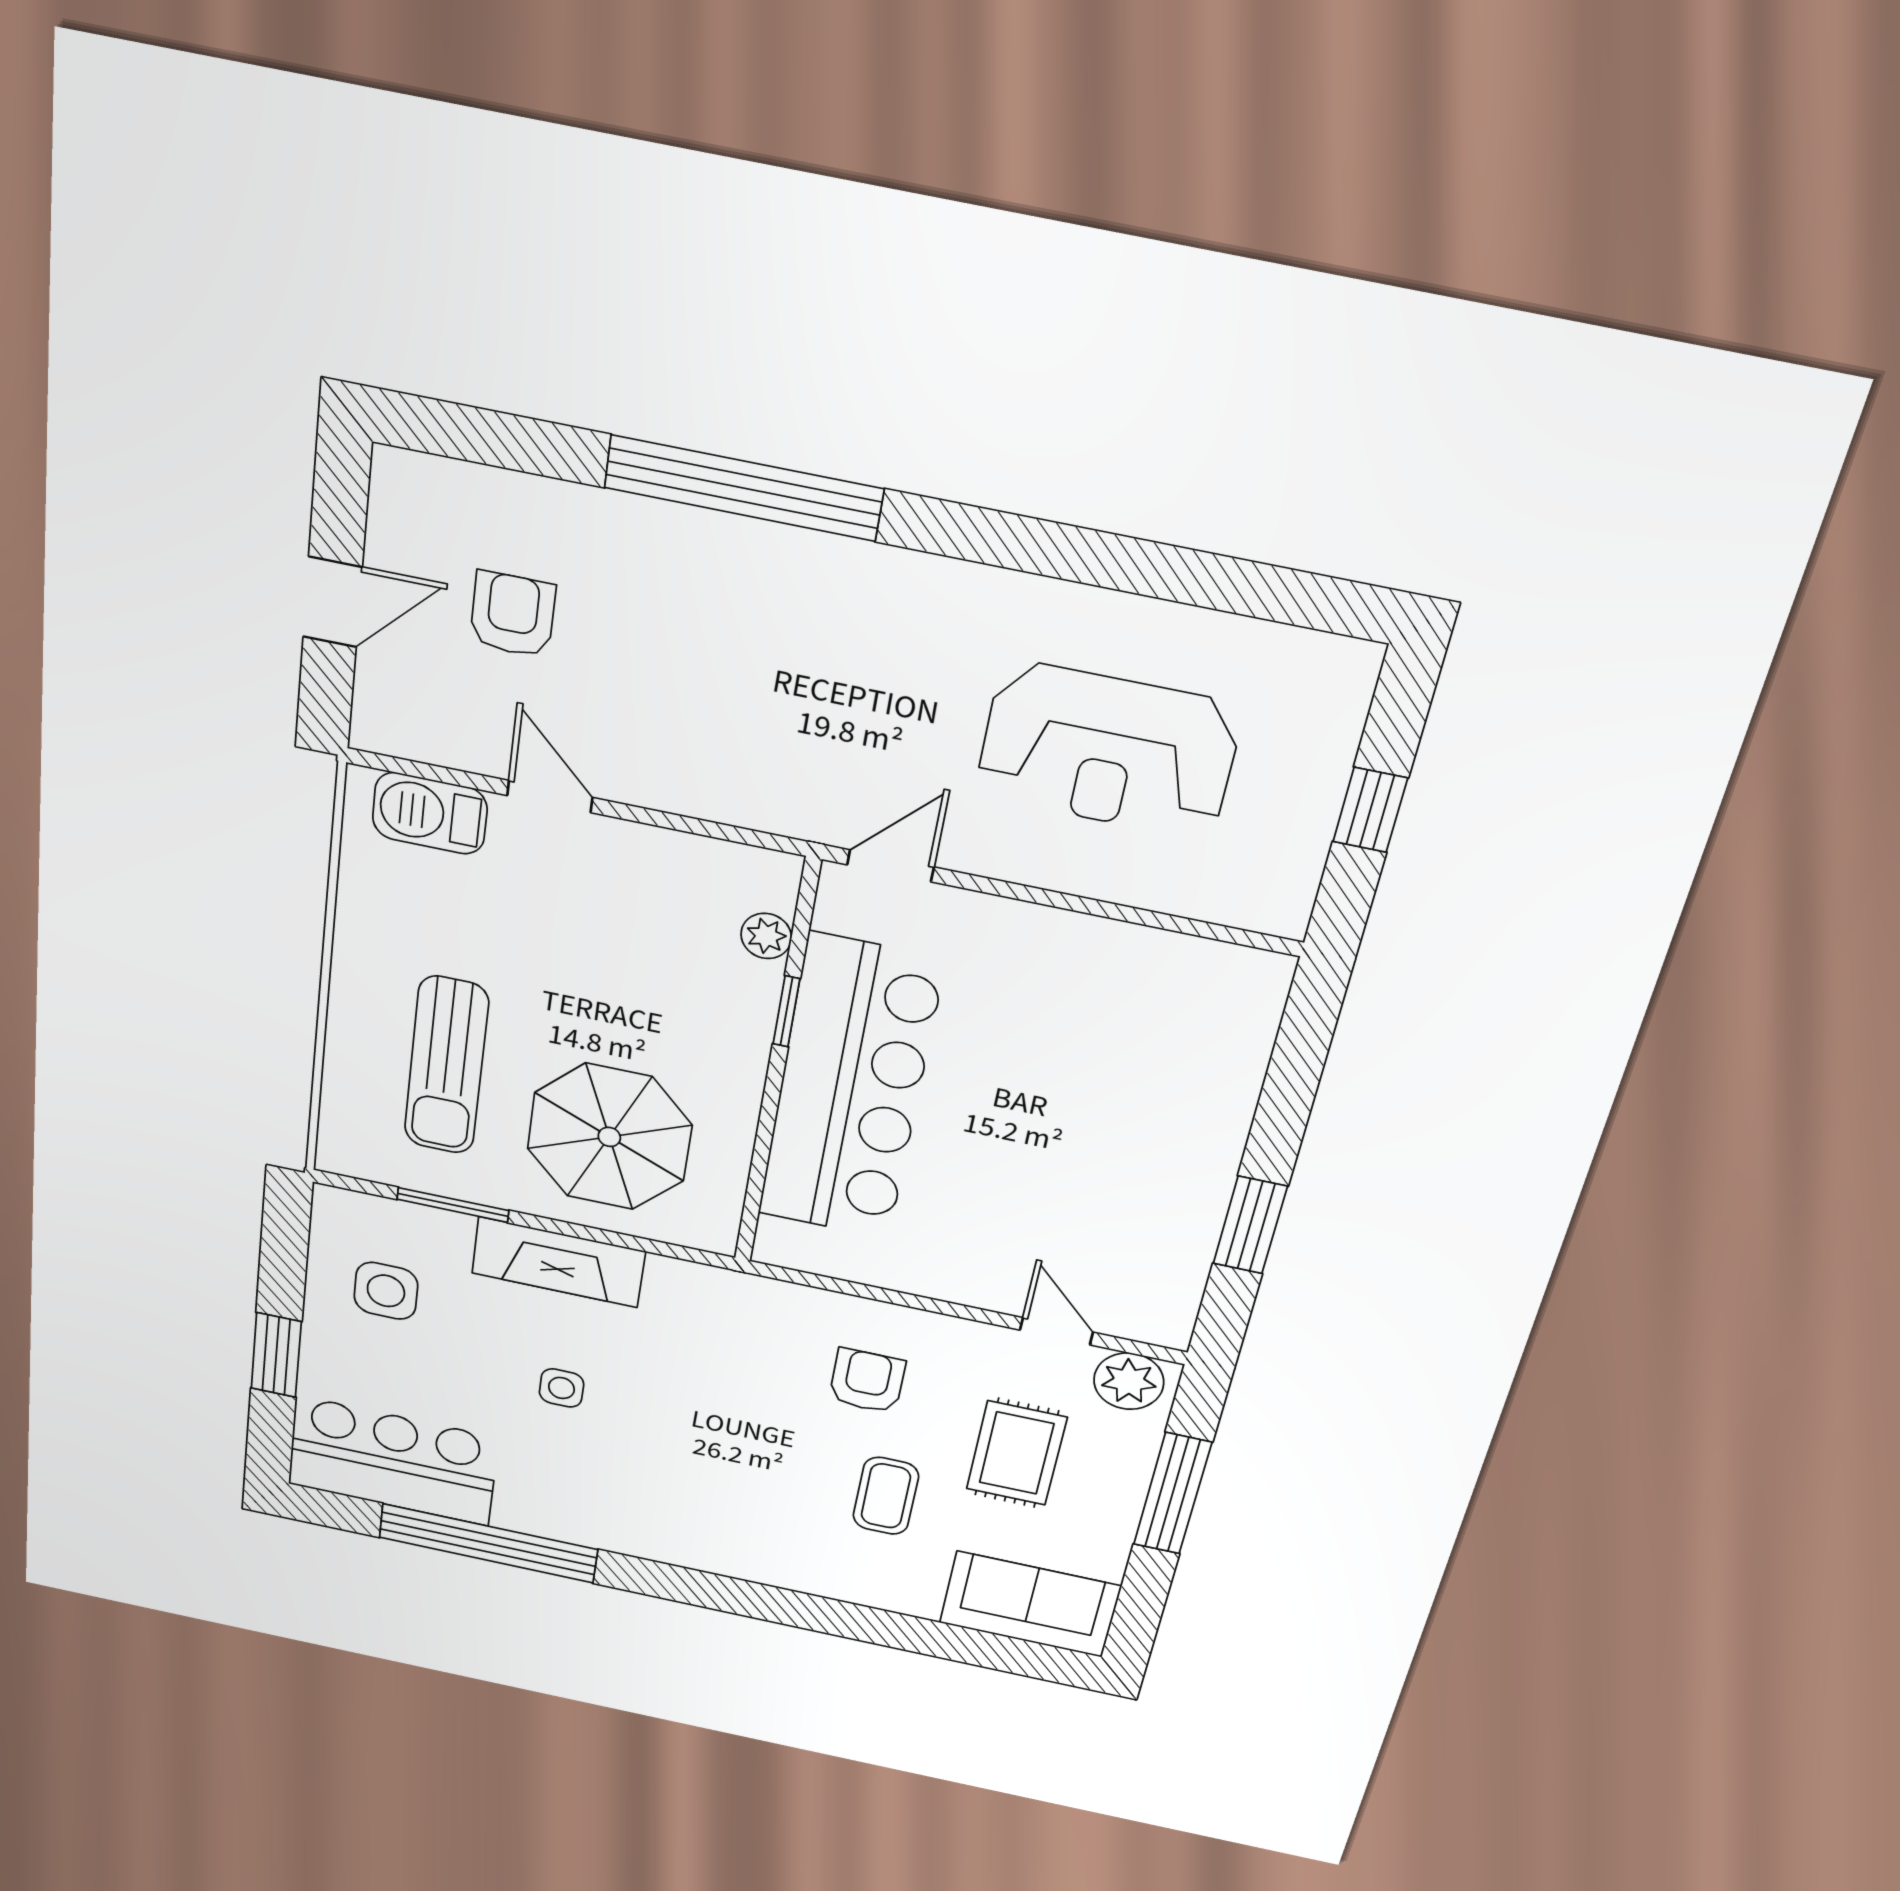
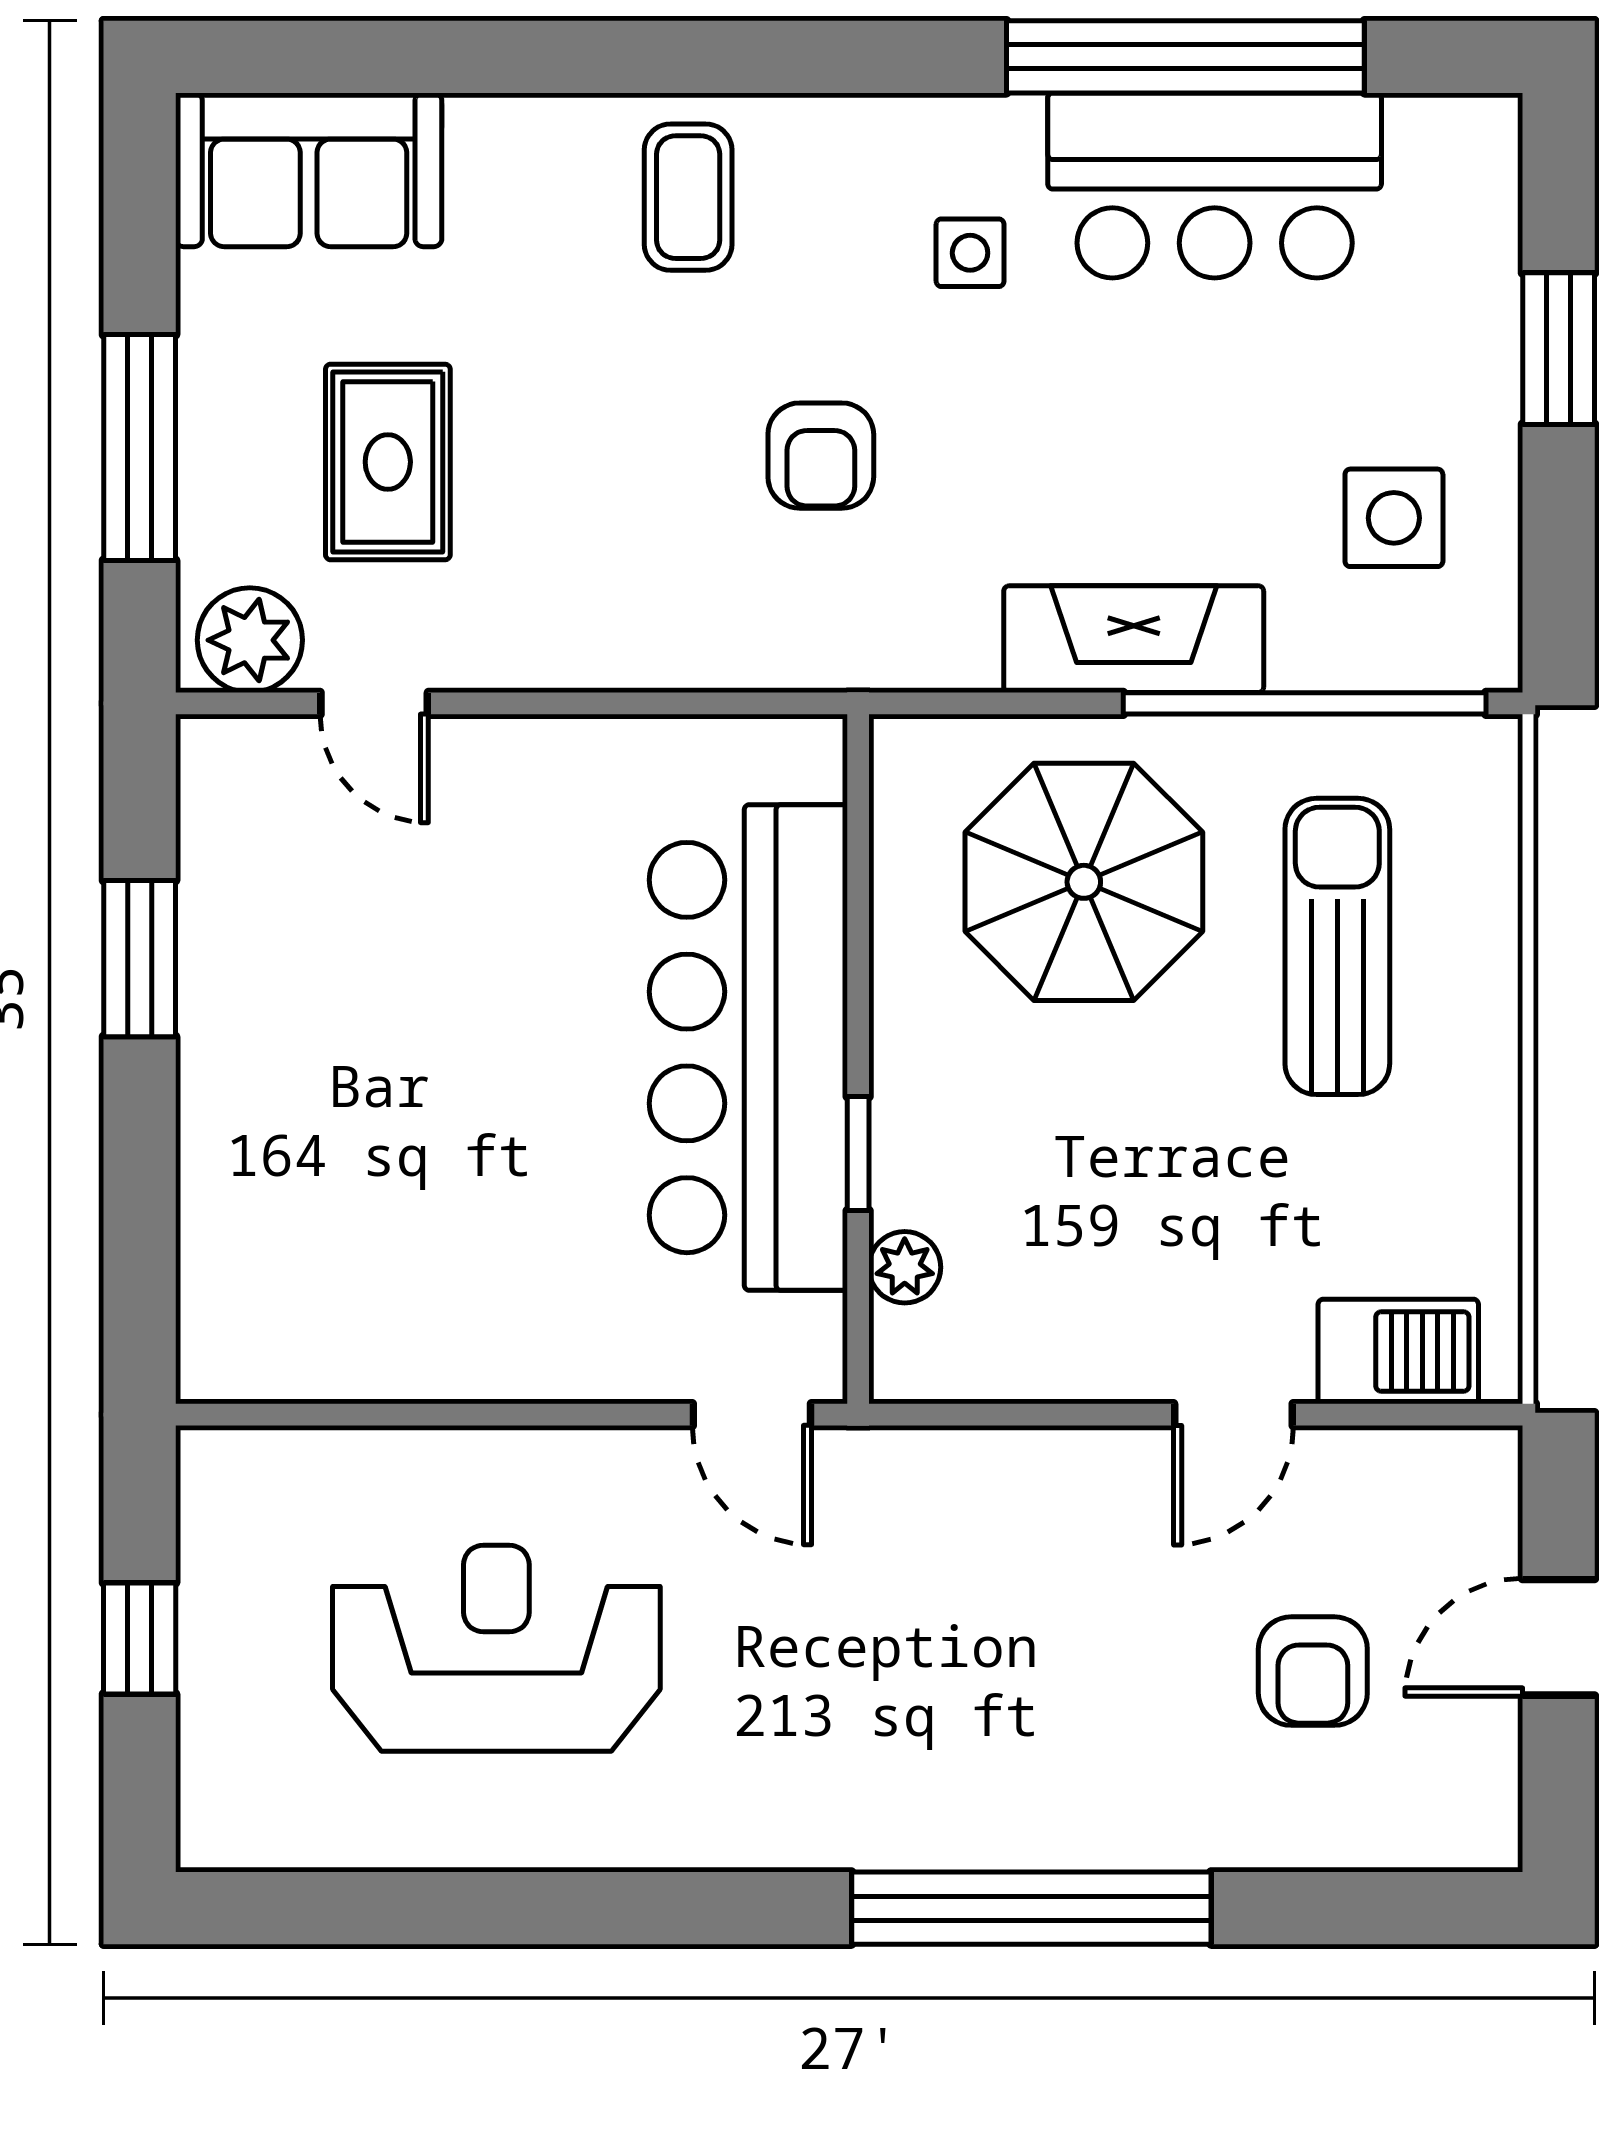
door: (550, 797) -> (1233, 1415), hinge flipped
door: (890, 866) -> (752, 1415), hinge flipped
window: (453, 1205) -> (1305, 703), width x2.11
armchair: (867, 1381) -> (821, 456), moved
side table: (562, 1388) -> (970, 253), moved
bar counter: (393, 1461) -> (1215, 186), moved
coffee table: (886, 1496) -> (688, 197), moved

